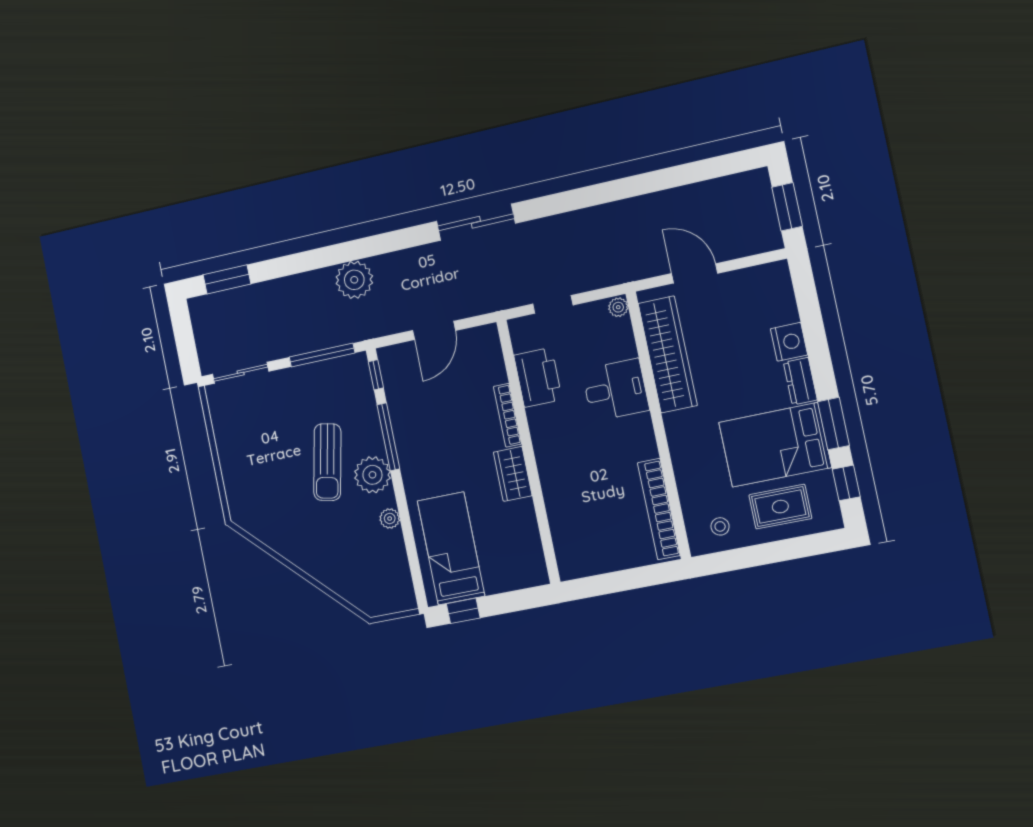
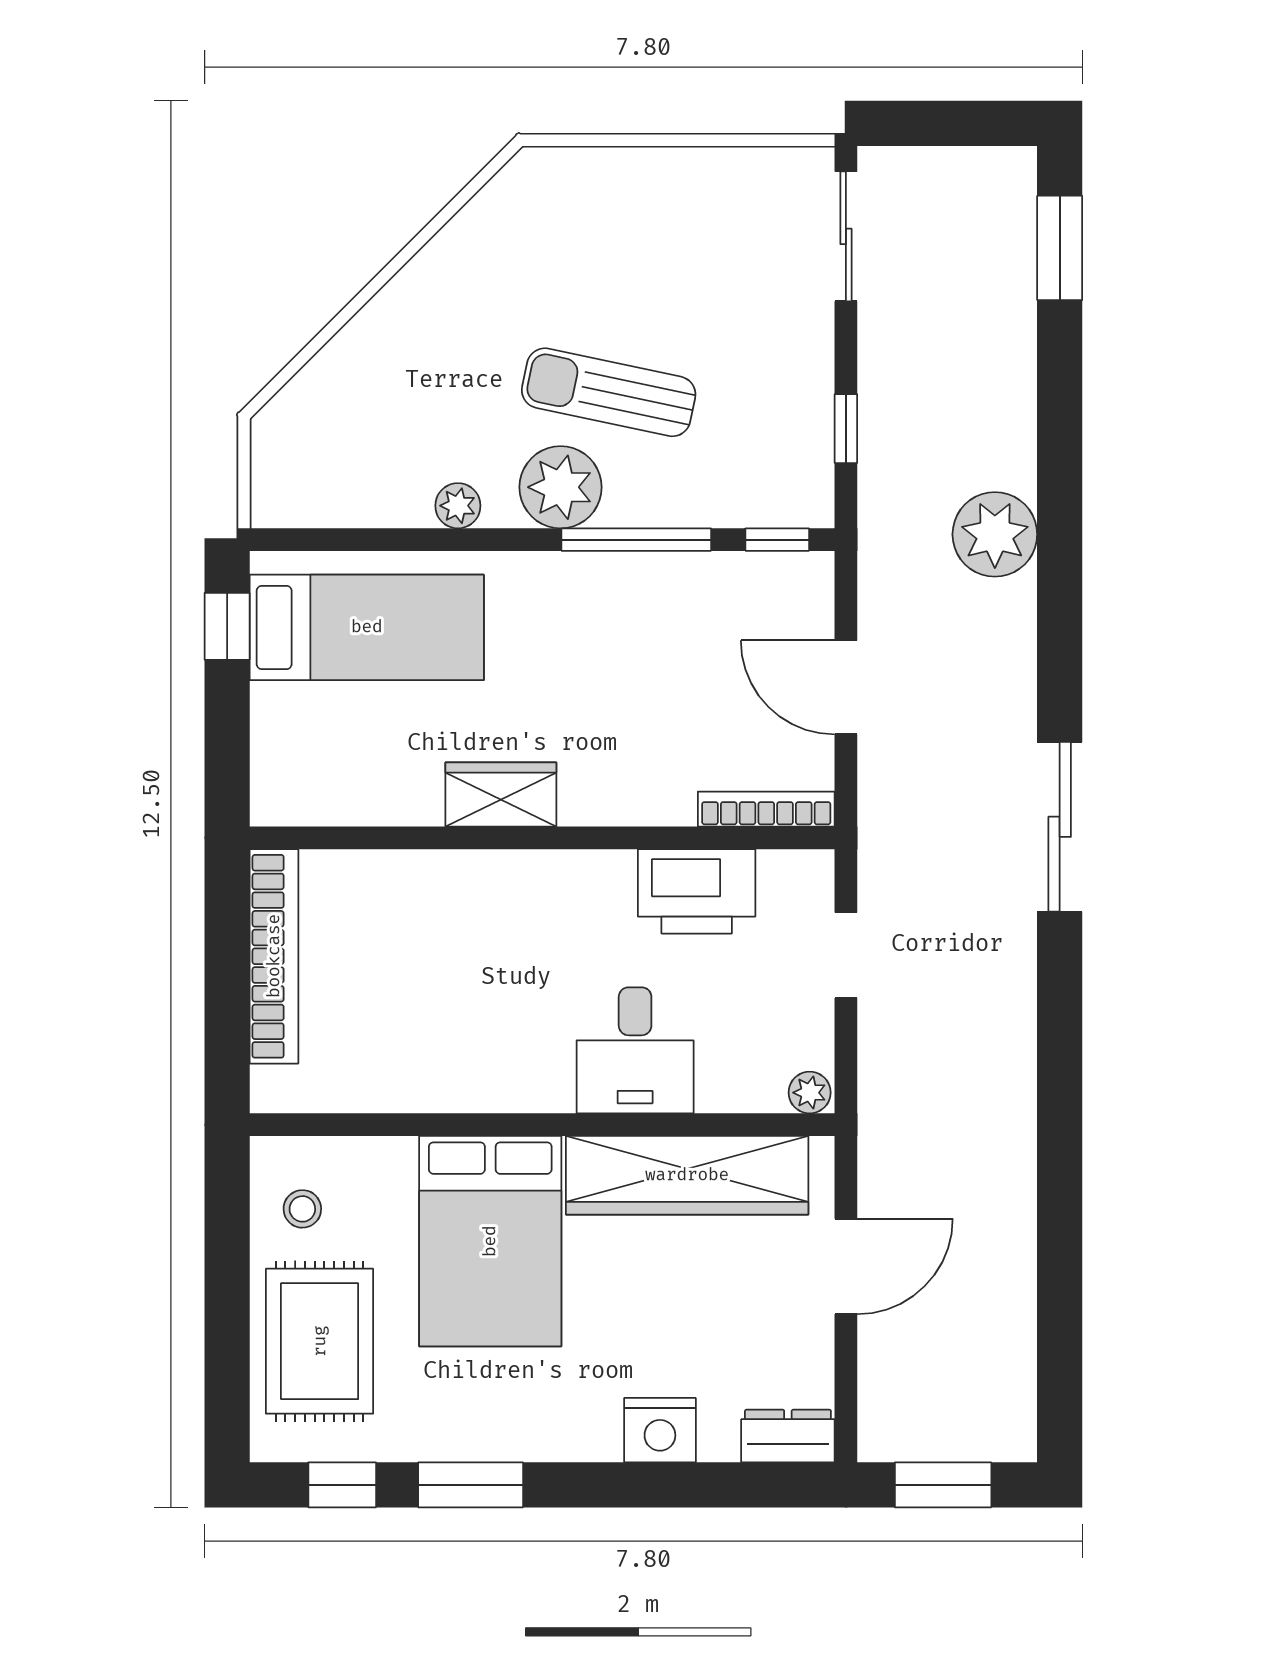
window: (322, 355) -> (846, 429), width x0.46
dresser: (800, 381) -> (788, 1436), moved
bookcase: (507, 415) -> (766, 809), moved
bed: (775, 445) -> (490, 1241), moved, turned 180
rug: (780, 507) -> (320, 1341), width x1.36, depth x1.43
bookcase: (659, 509) -> (274, 956), moved, turned 90

